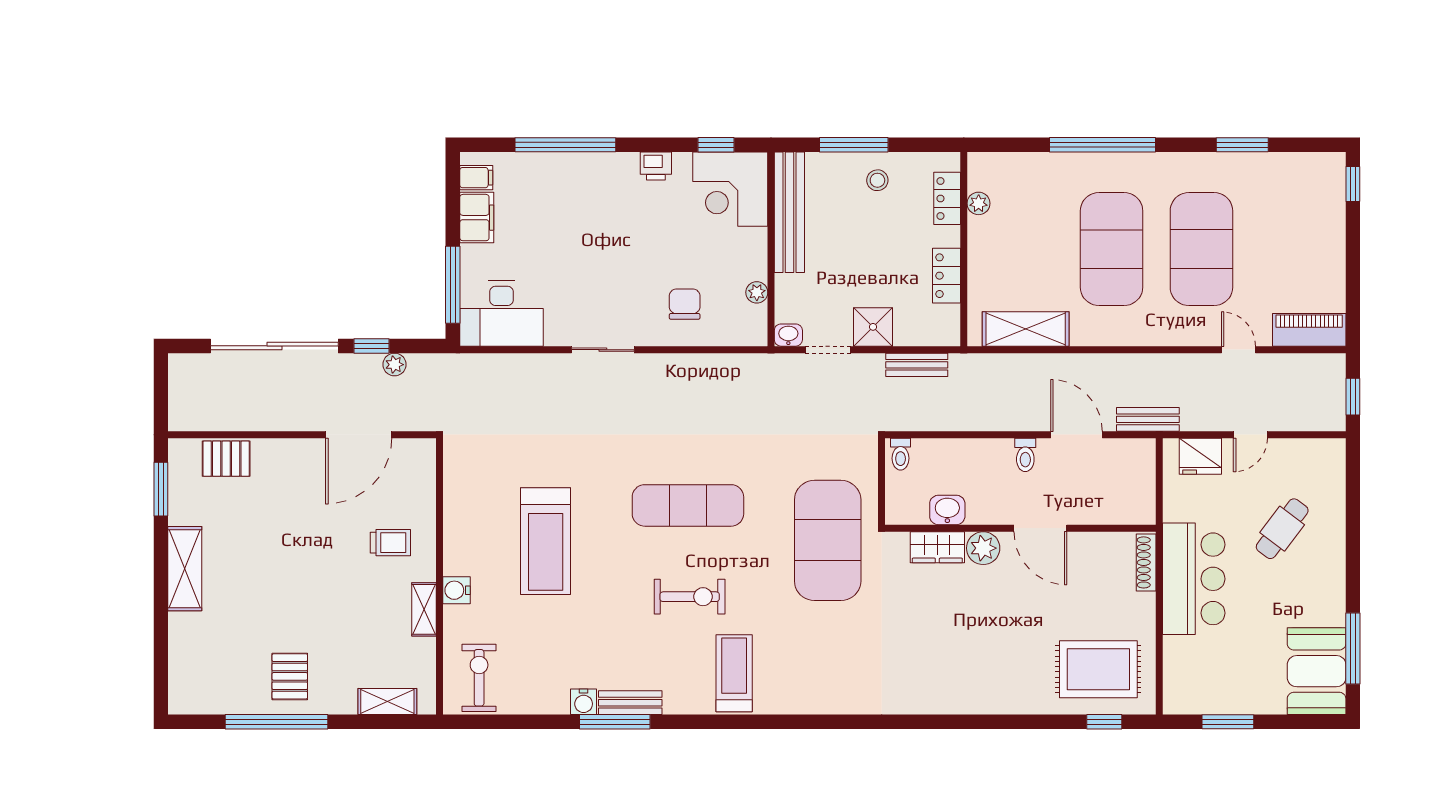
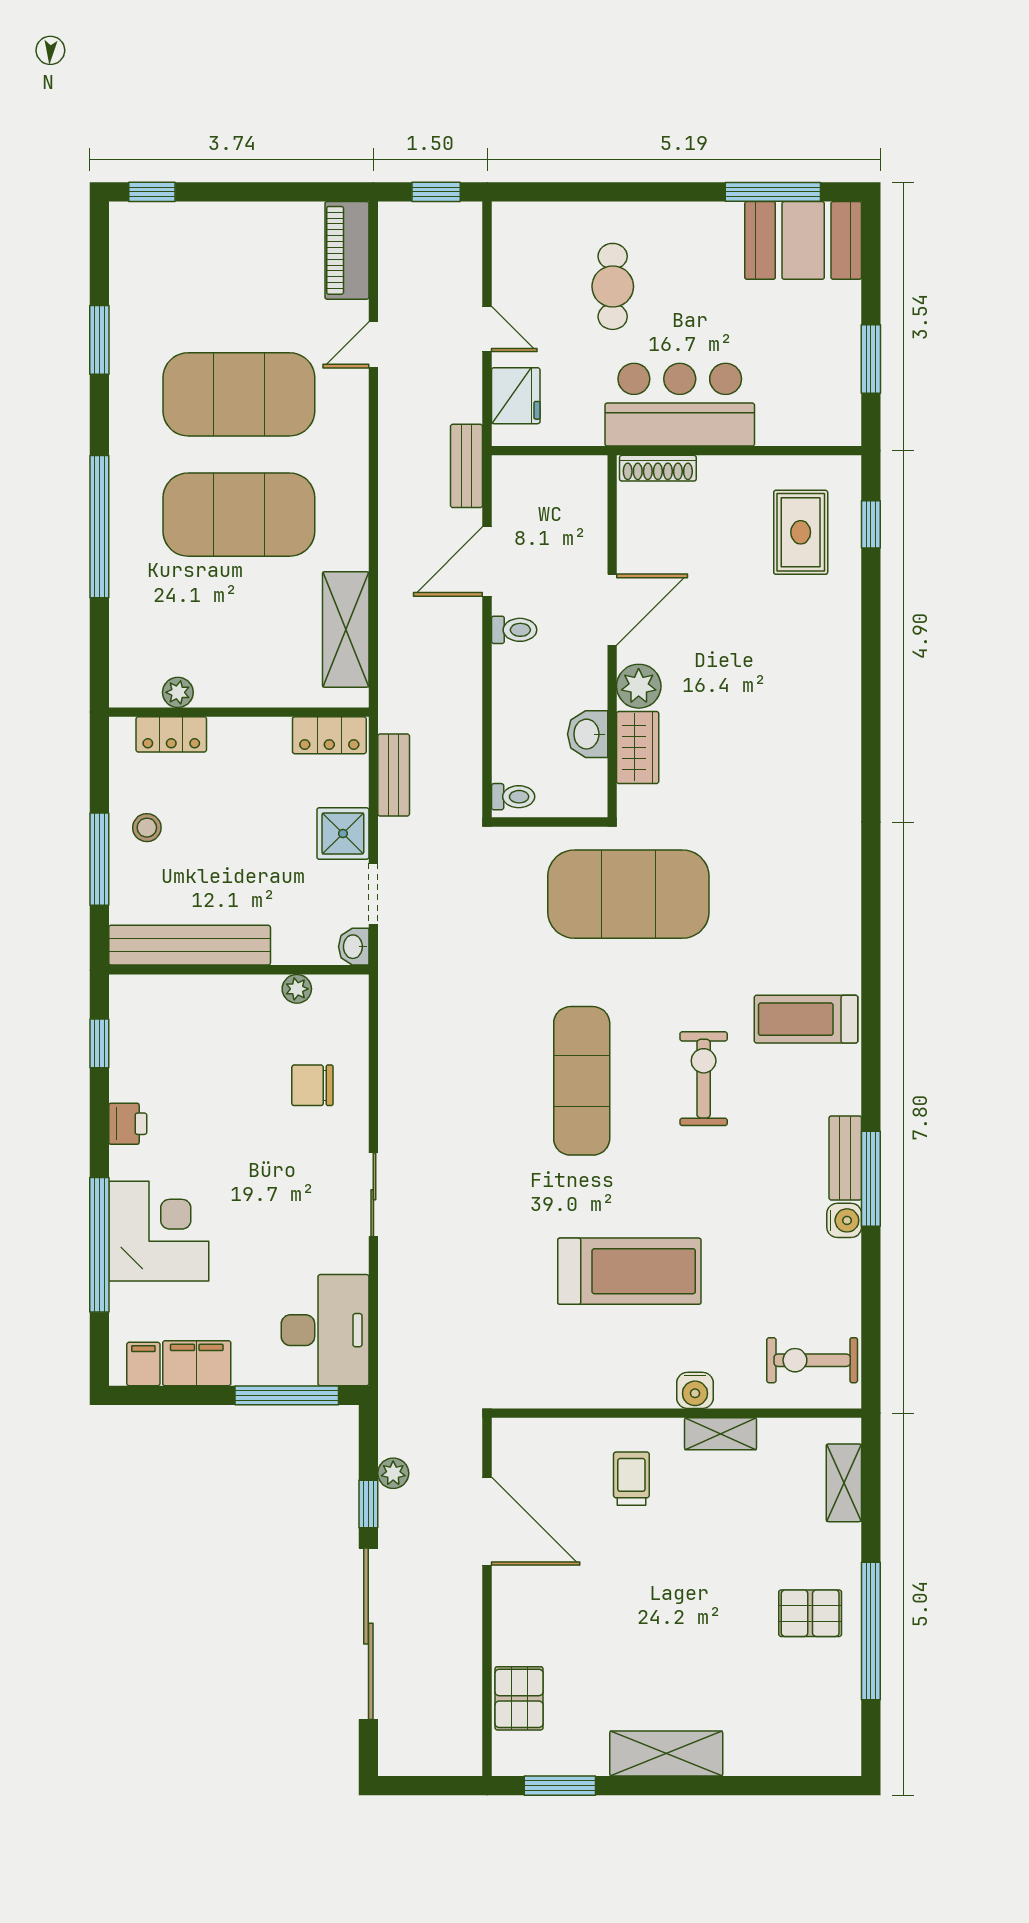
corner desk: (730, 189) -> (159, 1231), moved, turned -90
locker: (946, 276) -> (329, 735), moved
cafe table: (1282, 529) -> (613, 286), turned 53
rug: (1098, 669) -> (801, 532), width x0.73, depth x0.70

